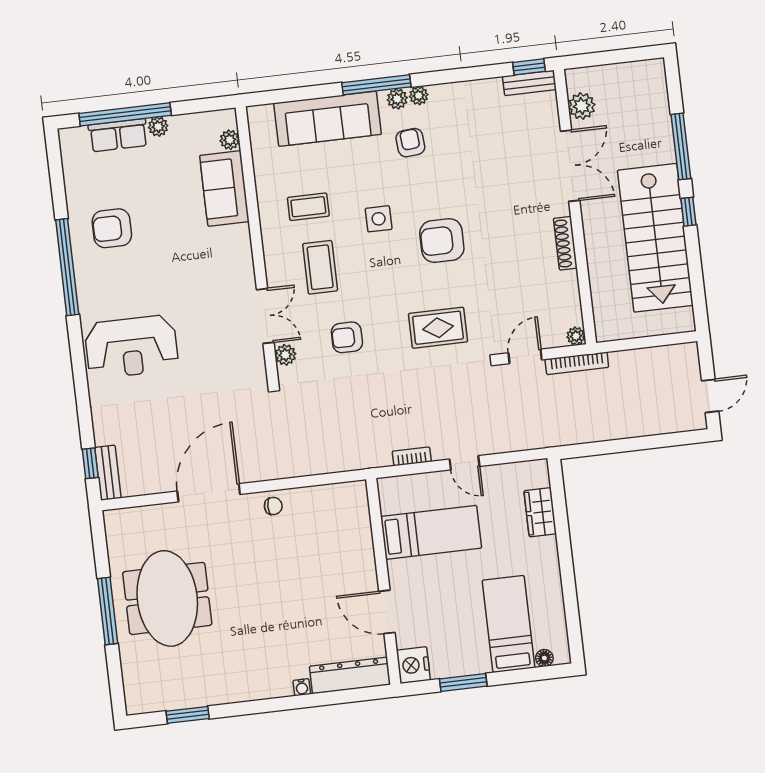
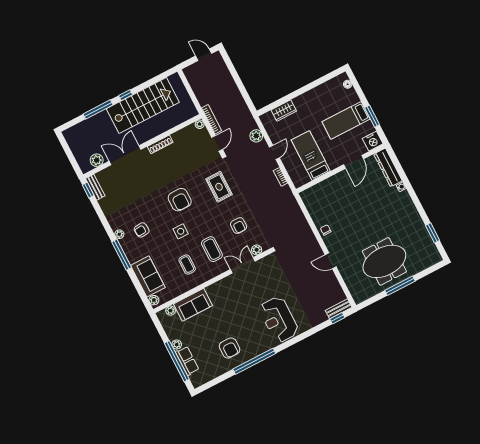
plant: (397, 99) -> (154, 300), moved
sofa: (328, 119) -> (148, 276), width x0.73
coffee table: (320, 267) -> (212, 249), turned 90
reception desk: (131, 347) -> (279, 319), turned 180
door: (525, 356) -> (217, 143), swing flipped
plant: (511, 439) -> (256, 136), added
door: (209, 493) -> (331, 261), width x0.53
bed: (509, 624) -> (346, 120), moved

